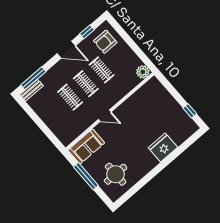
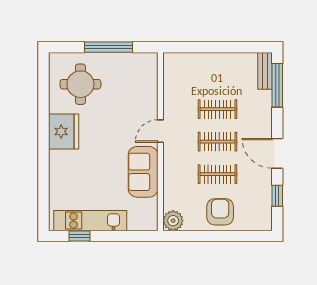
armchair: (105, 42) -> (220, 212), moved
door: (66, 50) -> (277, 153), hinge flipped
kitchen unit: (178, 112) -> (90, 221), added
sofa: (86, 146) -> (143, 172), moved
fridge: (163, 148) -> (64, 131), moved

